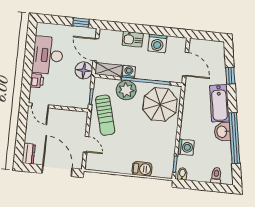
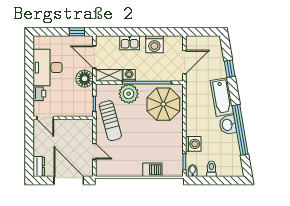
door: (186, 64) -> (184, 62), hinge flipped
toilet: (216, 176) -> (211, 169), moved

